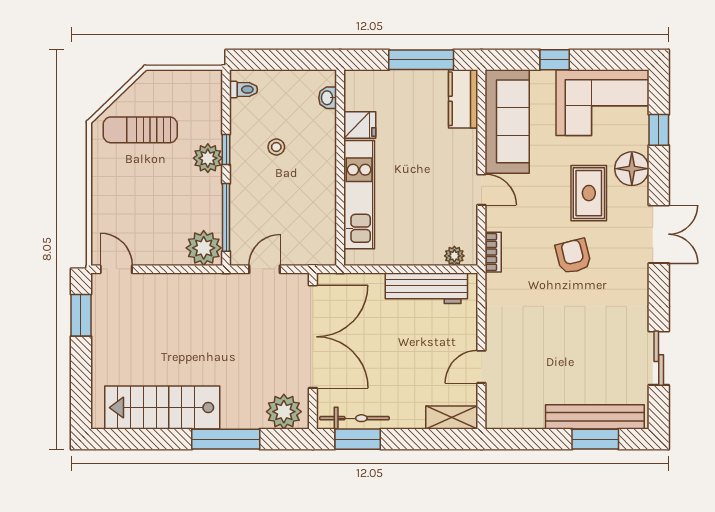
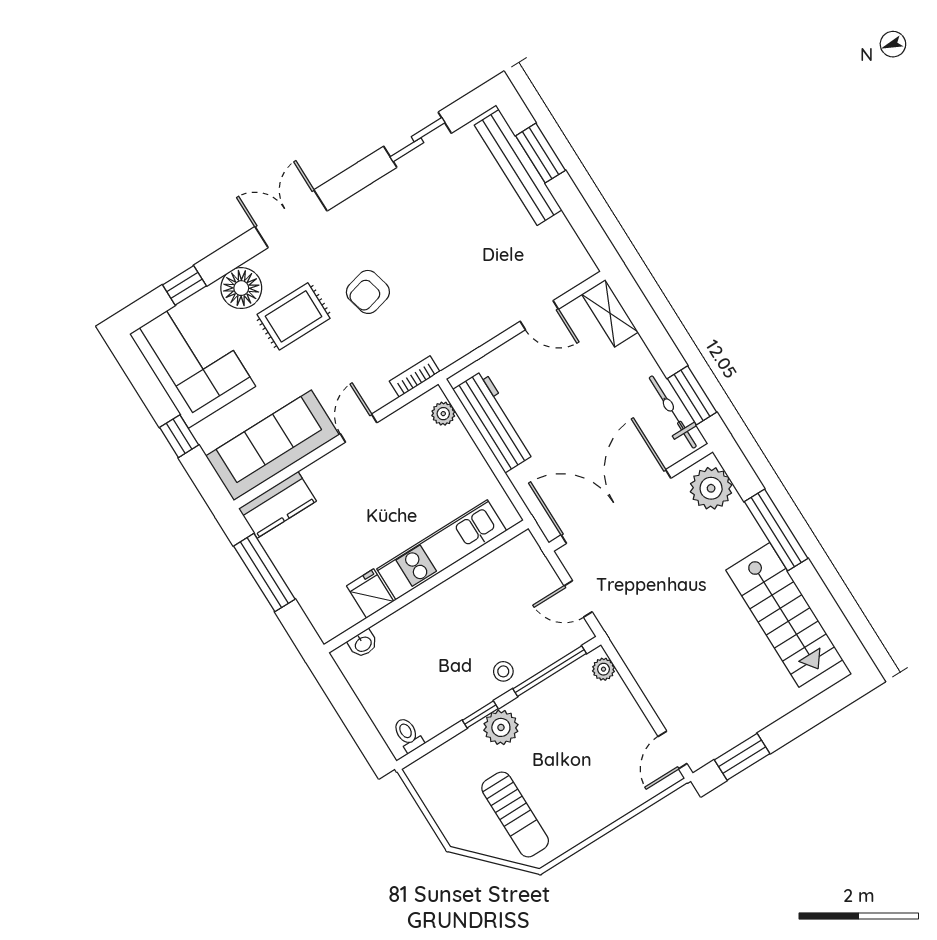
stool: (276, 147) -> (503, 671), moved
plant: (204, 248) -> (603, 669), width x0.53, depth x0.53

